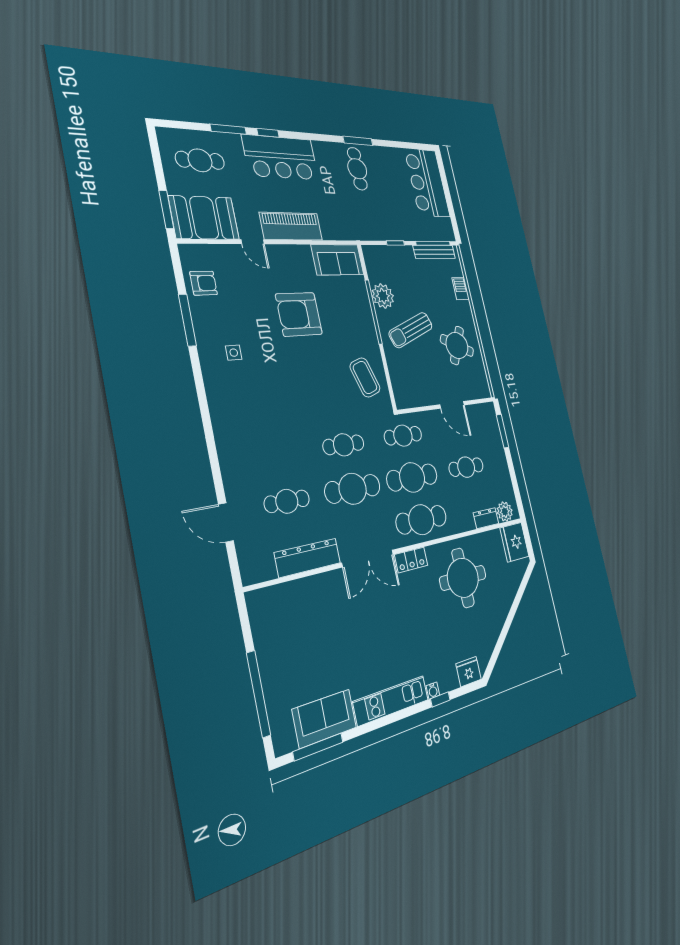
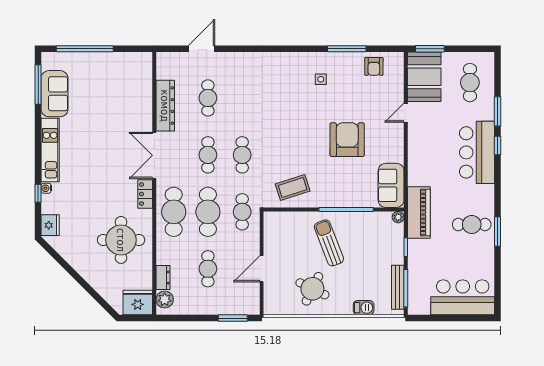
piano: (291, 226) -> (419, 212), moved
plant: (383, 296) -> (398, 217), moved, width x0.53, depth x0.53
cafe table: (353, 489) -> (208, 155), width x0.73, depth x0.74

